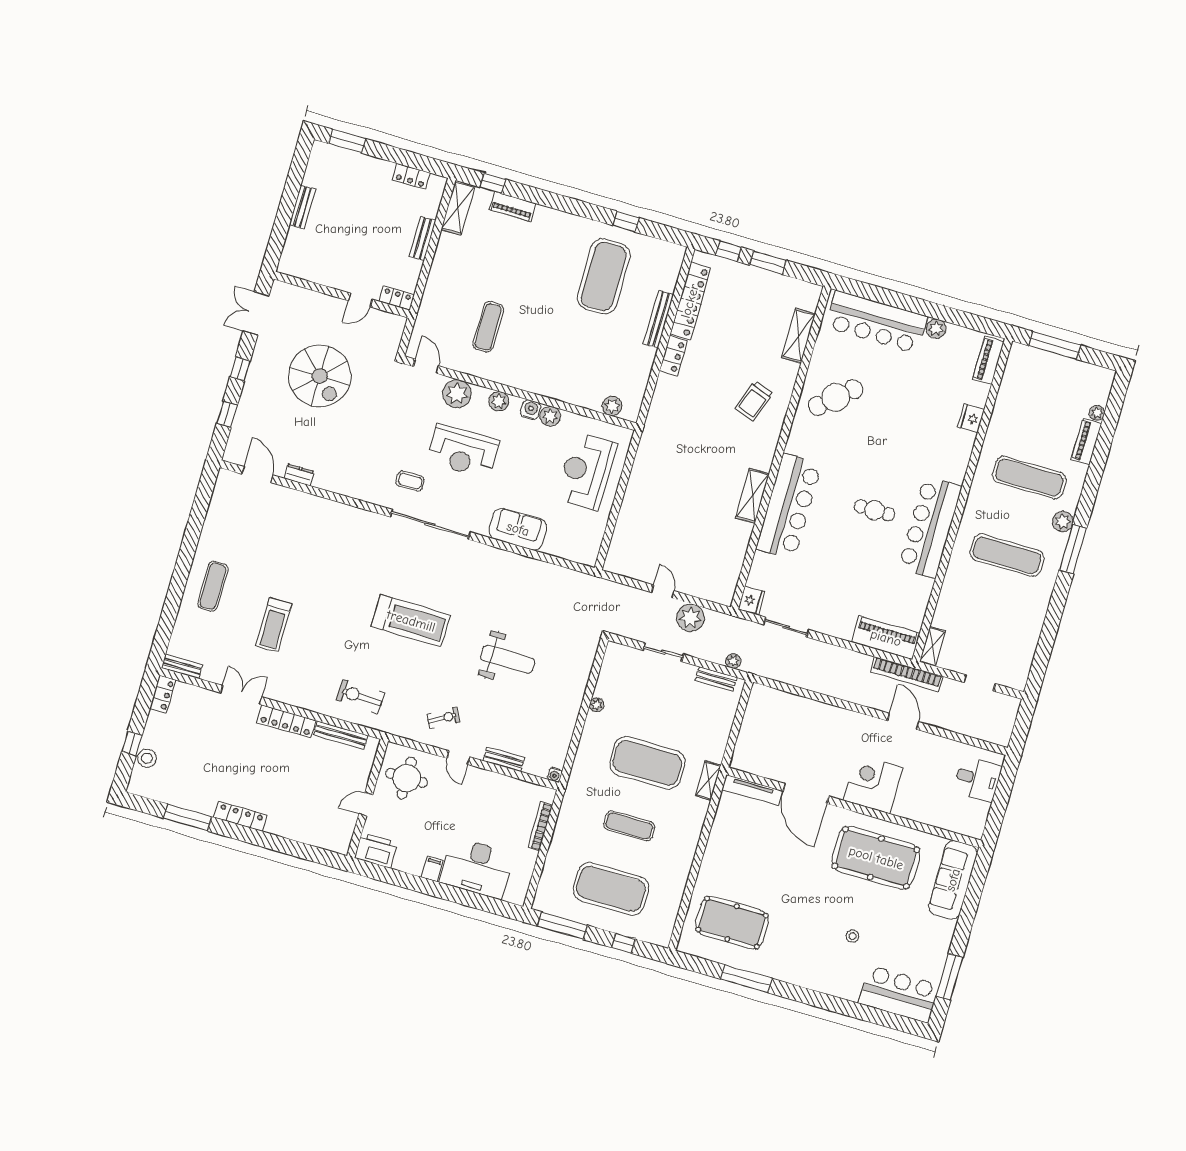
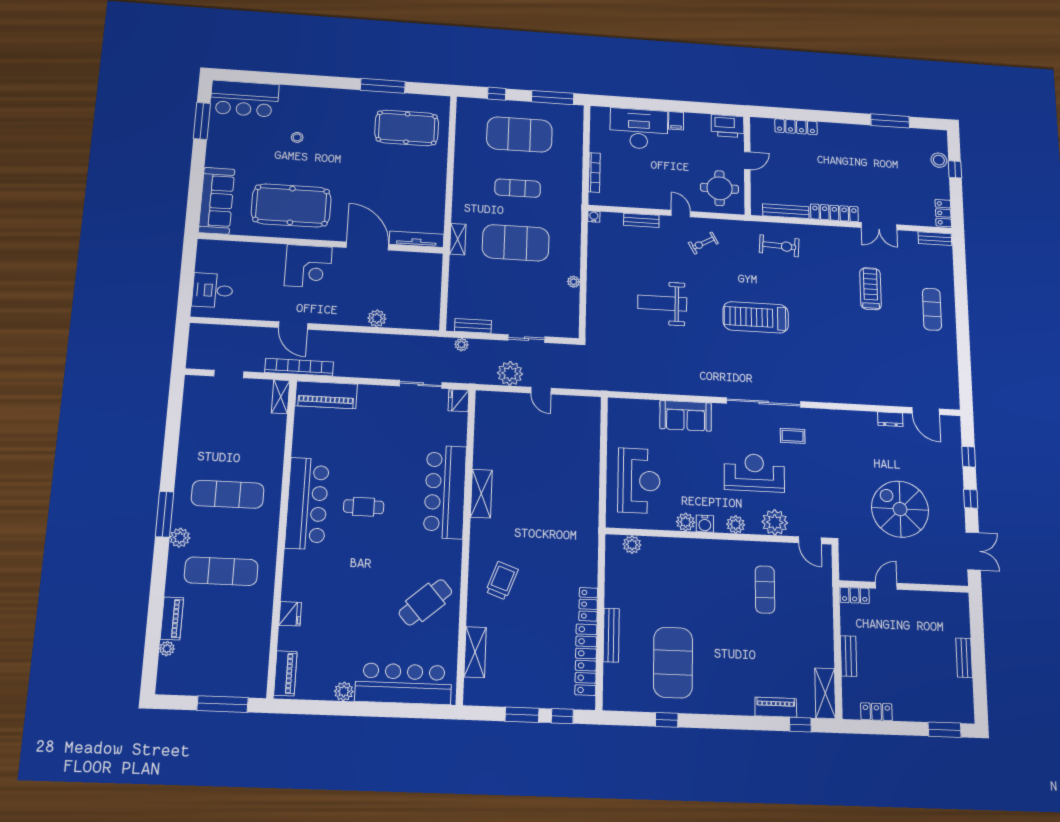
plant: (815, 710) -> (377, 318), added
locker: (240, 816) -> (796, 127), moved

